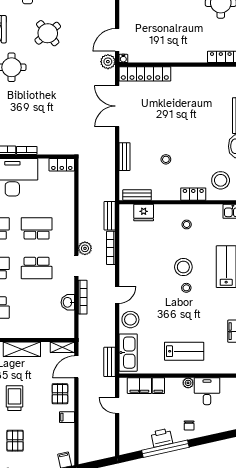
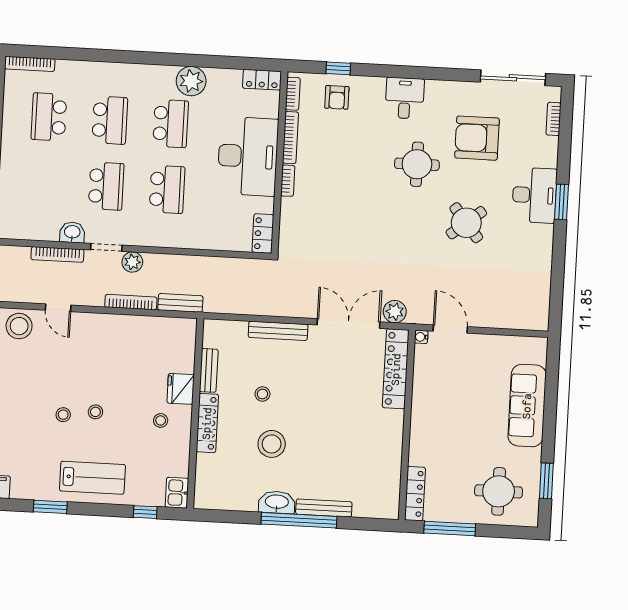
plant: (108, 62) -> (395, 312), moved
bench: (124, 157) -> (278, 331), width x1.36
stool: (221, 180) -> (272, 444), moved
locker: (193, 194) -> (207, 423), width x1.53
bench: (137, 195) -> (209, 370), moved
fridge: (144, 213) -> (181, 389), moved
stool: (183, 267) -> (95, 412), width x0.53, depth x0.53
school desk: (37, 268) -> (106, 186), turned 180
washbasin: (68, 302) -> (72, 232), moved

